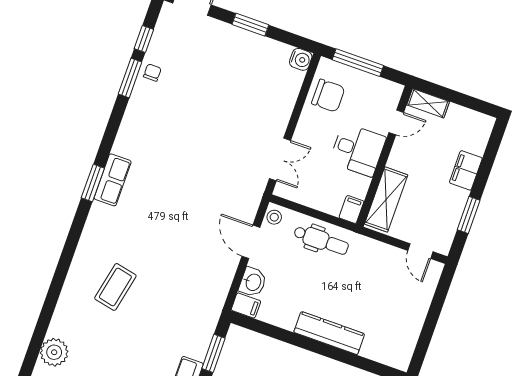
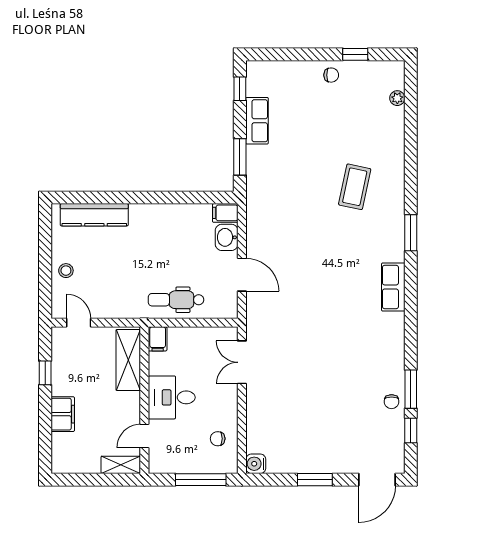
chair: (328, 96) -> (218, 439), width x0.54, depth x0.54
window: (93, 183) -> (411, 233), moved
window: (469, 215) -> (45, 373), width x0.67
stool: (274, 217) -> (66, 271), moved
kitchen counter: (329, 333) -> (94, 215), moved
plant: (54, 352) -> (397, 98), width x0.53, depth x0.53

